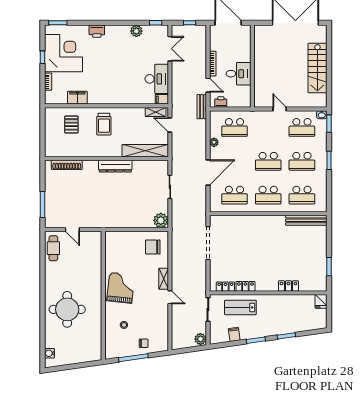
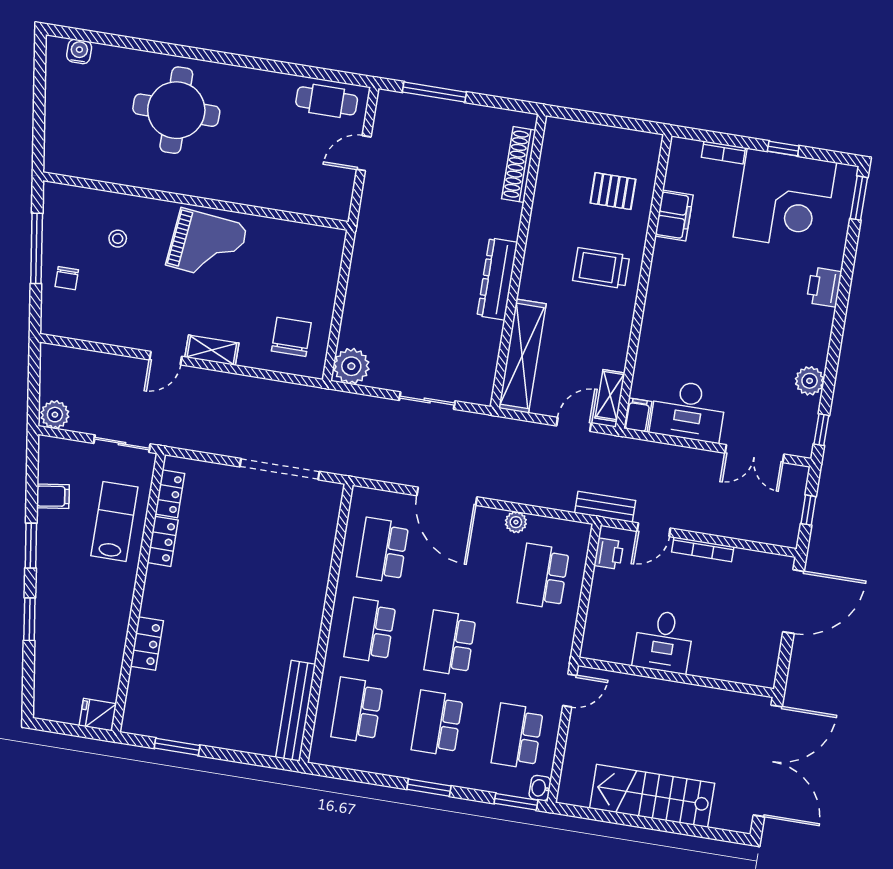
wall: (252, 66) -> (676, 677), moved
desk: (238, 74) -> (663, 642), moved

